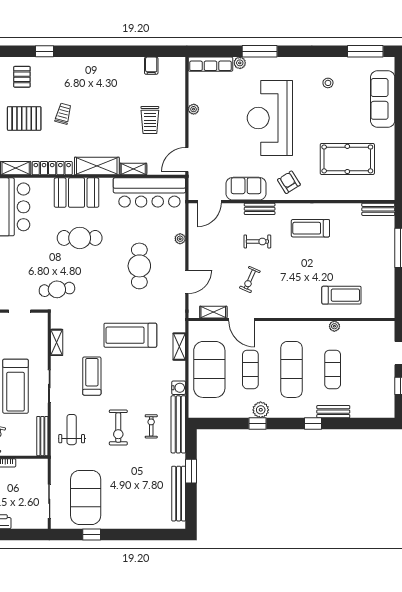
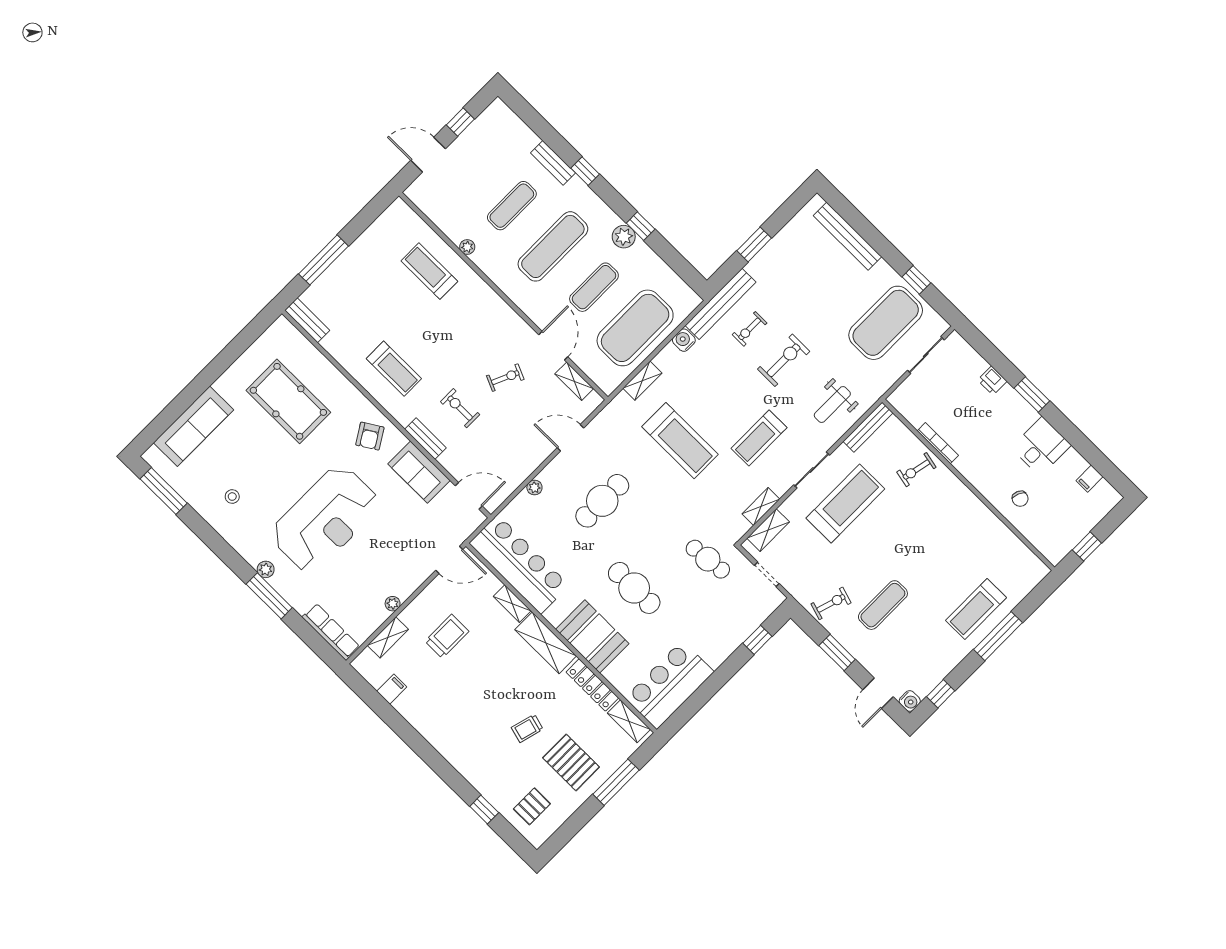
plant: (240, 63) -> (266, 569), moved
shelving: (179, 90) -> (388, 637), added
shelving: (41, 334) -> (768, 530), added
bench: (179, 494) -> (847, 236), moved, turned 90

